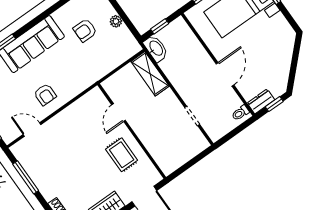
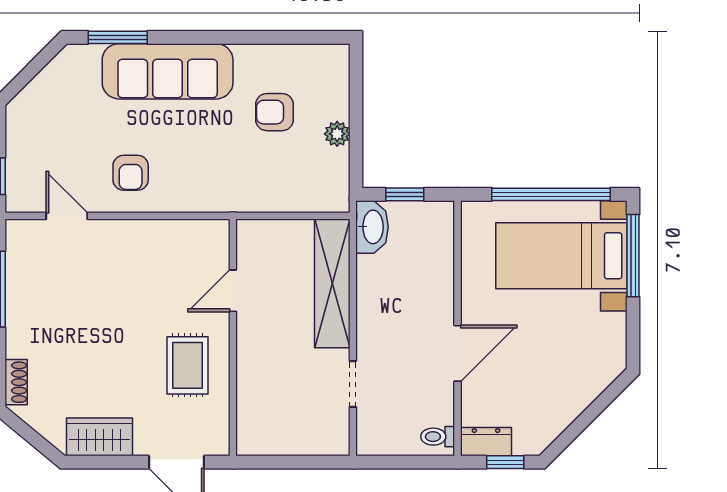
shelving: (150, 74) -> (332, 283), width x1.47

